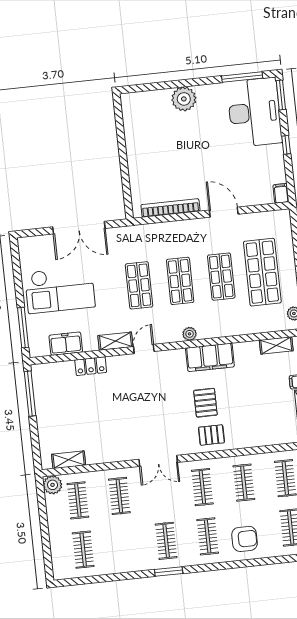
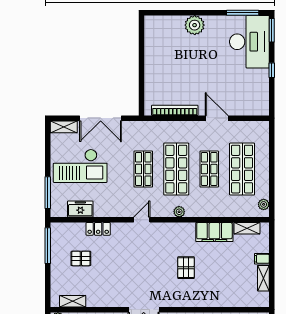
filing cabinet: (281, 193) -> (264, 108), removed
shop shelf: (180, 281) -> (176, 169), width x1.43, depth x1.36
shelving: (115, 341) -> (64, 127), moved
filing cabinet: (210, 357) -> (214, 232), moved
pallet: (211, 435) -> (81, 258), moved

